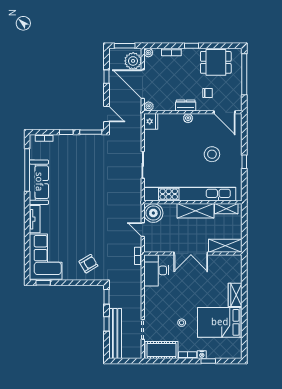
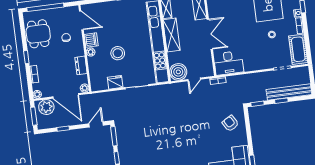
door: (143, 84) -> (66, 96), hinge flipped
dresser: (186, 105) -> (81, 65), moved
door: (225, 112) -> (81, 20), hinge flipped
dishwasher: (201, 120) -> (91, 40), added
fridge: (151, 121) -> (115, 82), moved
stool: (212, 154) -> (118, 53), moved

